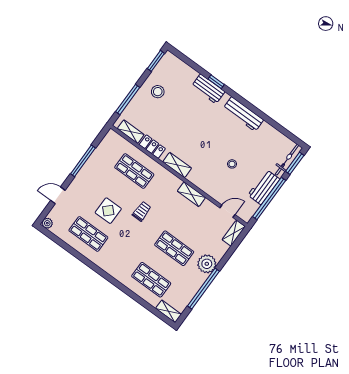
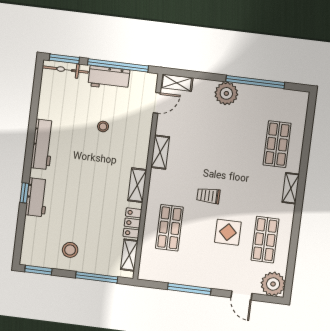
door: (227, 211) -> (157, 103), swing flipped
plant: (47, 223) -> (273, 284), width x1.87, depth x1.87
shop shelf: (174, 248) -> (229, 138), removed
shelving: (169, 311) -> (291, 188), moved

